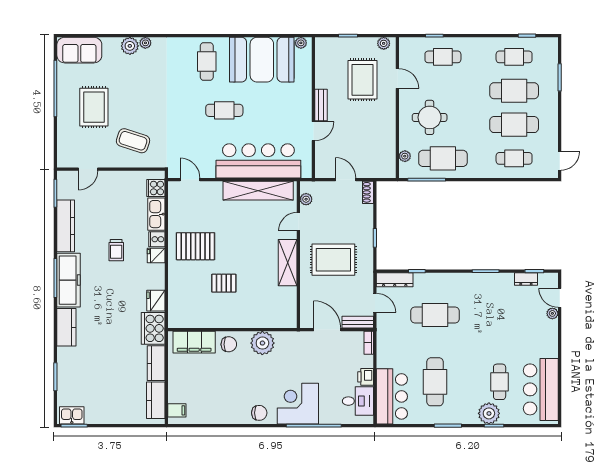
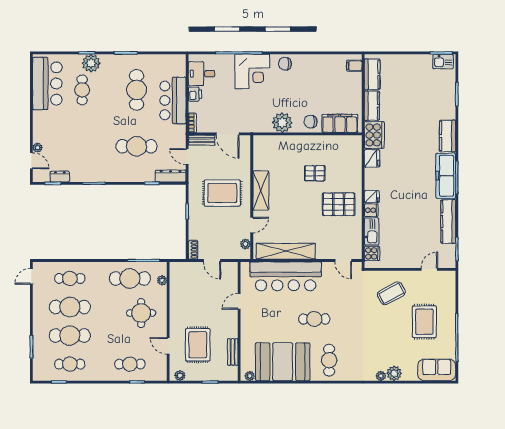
bench: (321, 105) -> (233, 352), moved
coffee table: (133, 141) -> (391, 293), turned -46
trolley: (116, 250) -> (406, 201), removed
bar counter: (392, 396) -> (173, 100), moved

